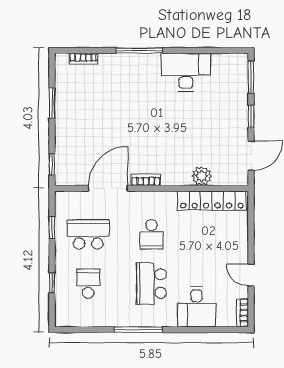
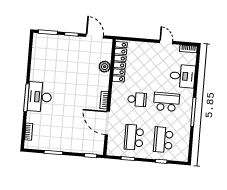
desk: (186, 72) -> (40, 97), moved
door: (251, 275) -> (166, 42), swing flipped
school desk: (88, 284) -> (163, 140), width x1.85
school desk: (151, 284) -> (166, 102), turned 180

